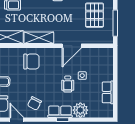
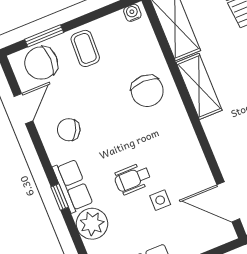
door: (72, 46) -> (228, 202), moved

